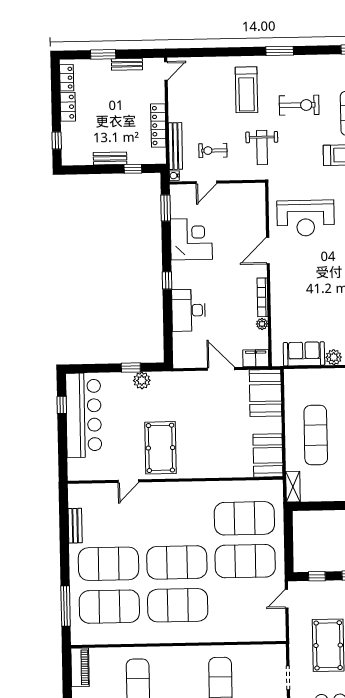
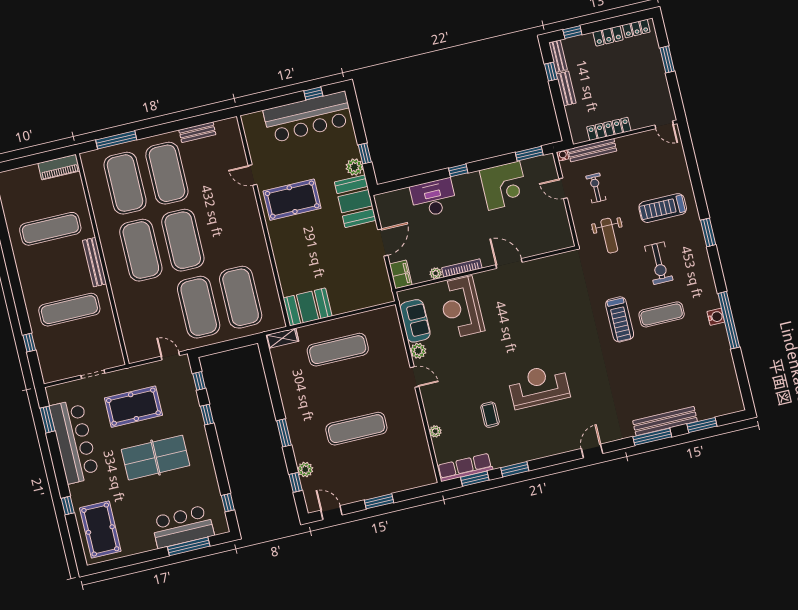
bench: (127, 64) -> (558, 56), moved
weight bench: (262, 147) -> (609, 236), turned -90
window: (133, 169) -> (551, 72), moved
reception desk: (306, 218) -> (461, 307), moved
booth: (265, 393) -> (355, 201), moved, turned 90
bench: (180, 653) -> (95, 262), added

